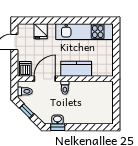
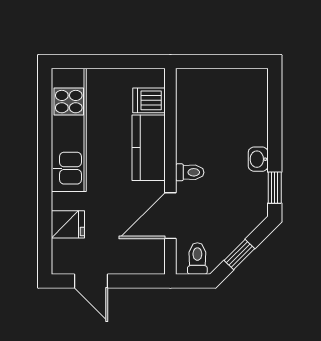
dishwasher: (25, 69) -> (149, 100), moved
door: (45, 79) -> (170, 216), hinge flipped
washbasin: (57, 120) -> (258, 159), moved

